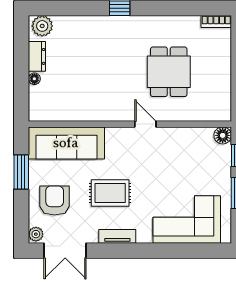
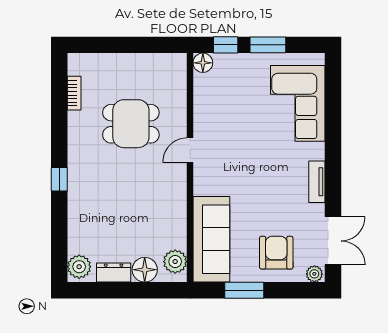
bookcase: (216, 21) -> (74, 93), moved
floor lamp: (34, 79) -> (145, 270), width x1.89, depth x1.89
plant: (47, 111) -> (175, 262), added
rug: (110, 193) -> (268, 190), removed
armchair: (55, 200) -> (276, 253), turned 90

